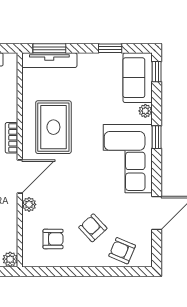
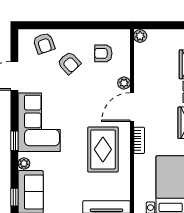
armchair: (122, 251) -> (44, 43), turned 48

